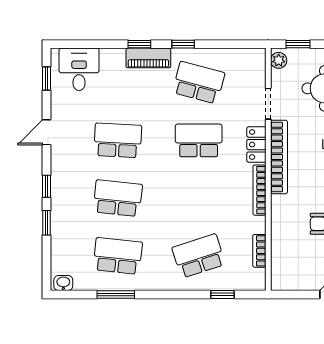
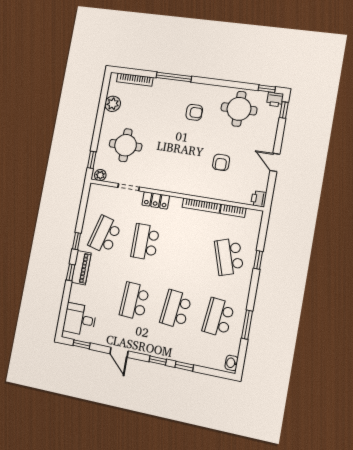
bookcase: (279, 157) -> (167, 186), removed
bookcase: (259, 190) -> (201, 206), moved
printer: (280, 282) -> (259, 199), added
window: (223, 294) -> (258, 260), moved

